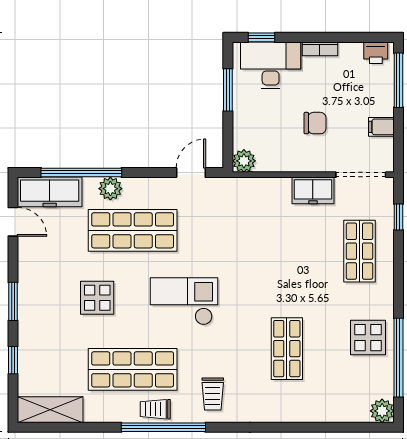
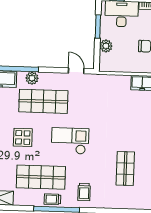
plant: (244, 161) -> (106, 46), moved
door: (191, 172) -> (76, 71), hinge flipped

